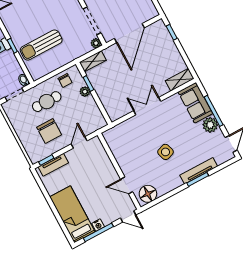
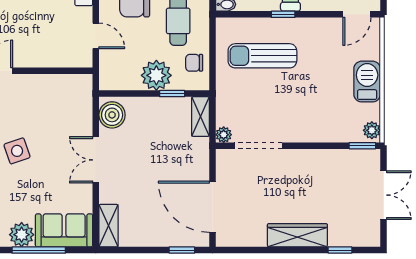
door: (129, 33) -> (213, 207), moved
sun lounger: (41, 45) -> (262, 56), turned -90
plant: (85, 92) -> (156, 75), width x1.88, depth x1.88
double door: (147, 106) -> (96, 160), swing flipped
boiler: (118, 110) -> (112, 115), added

